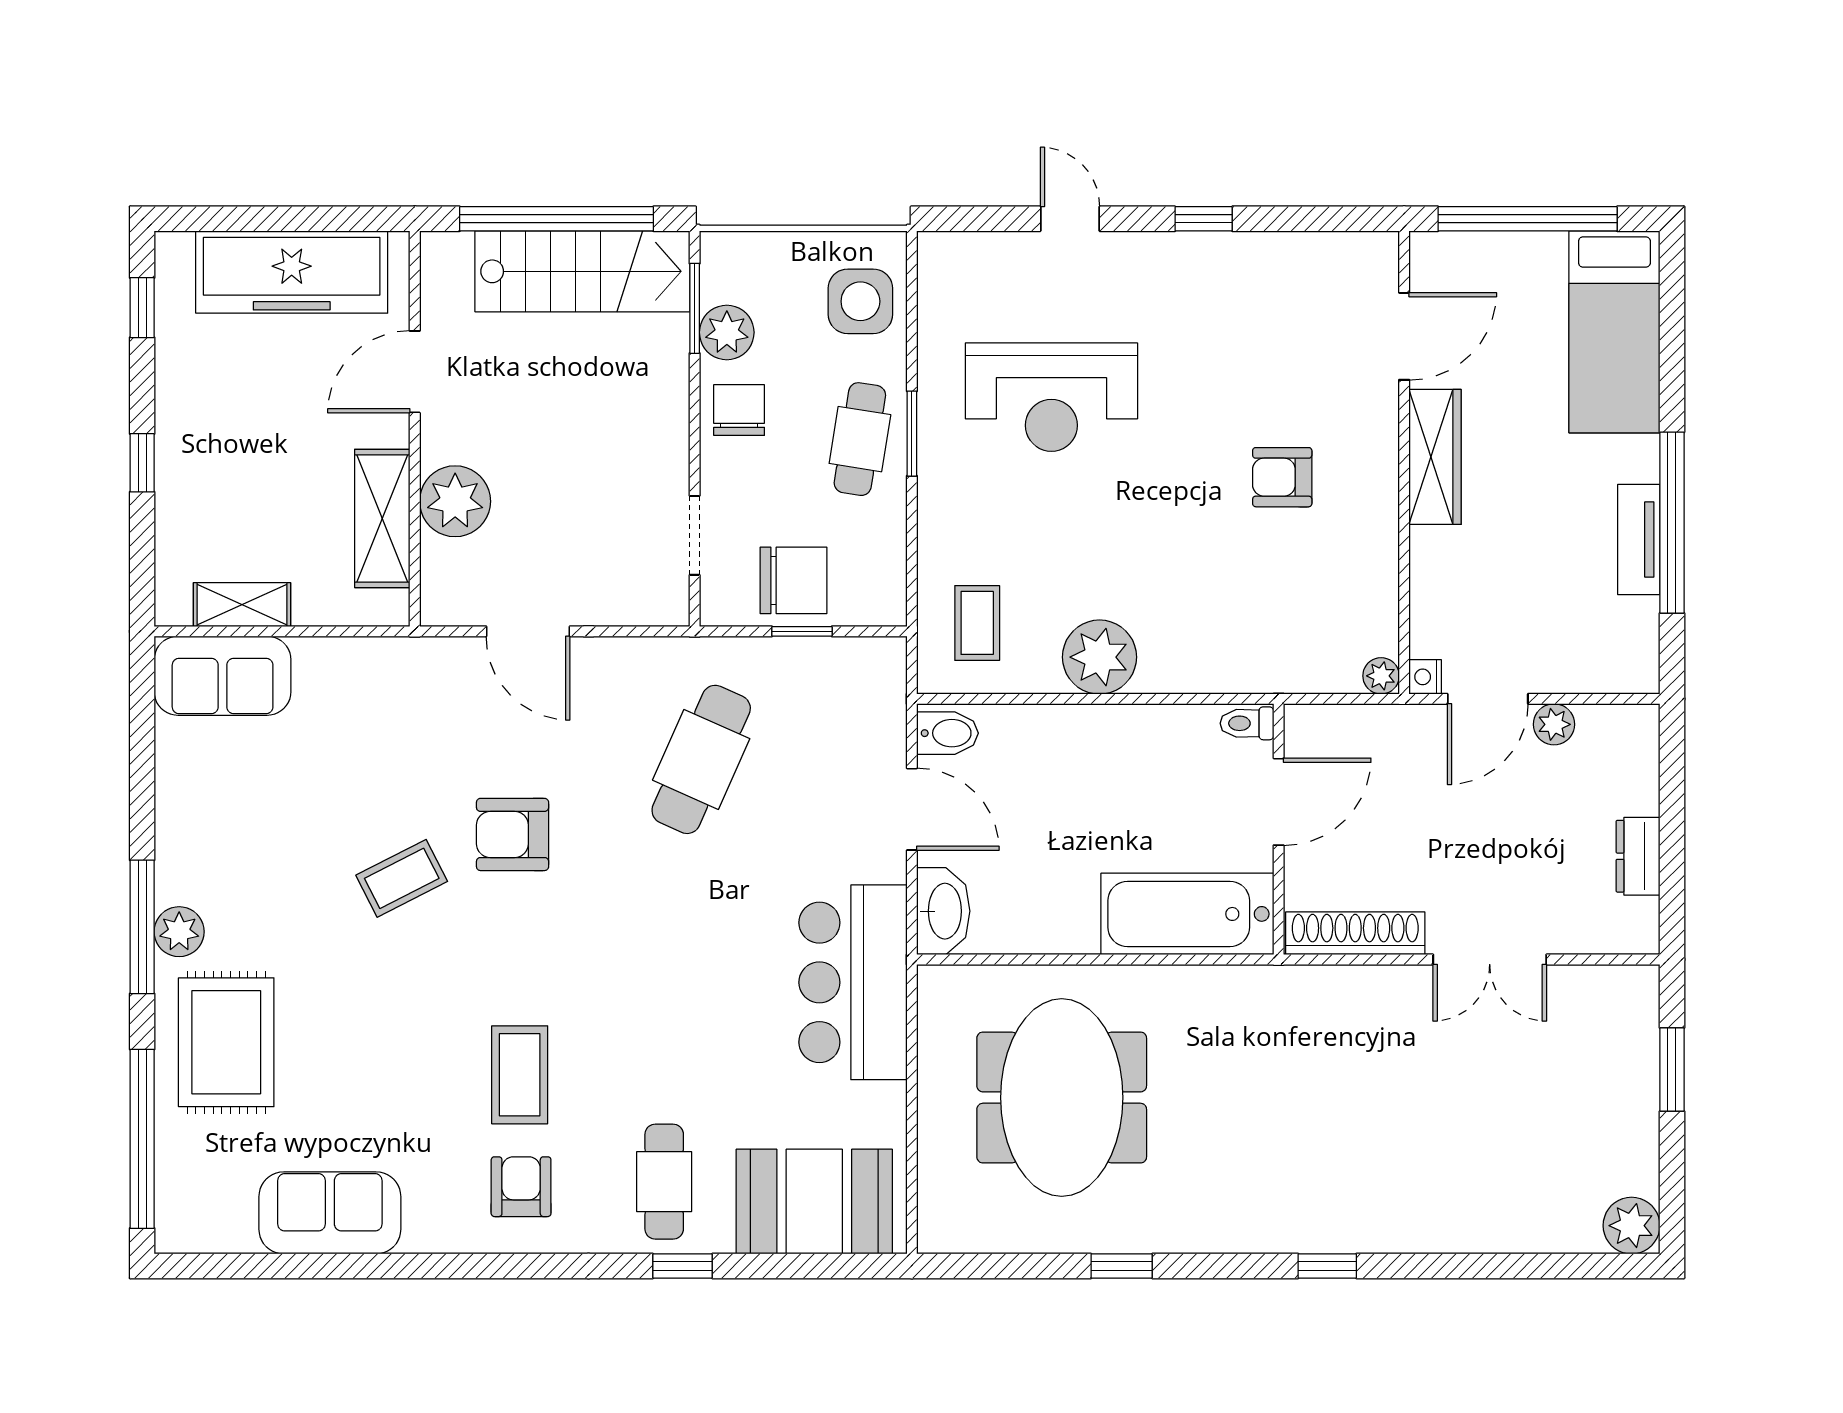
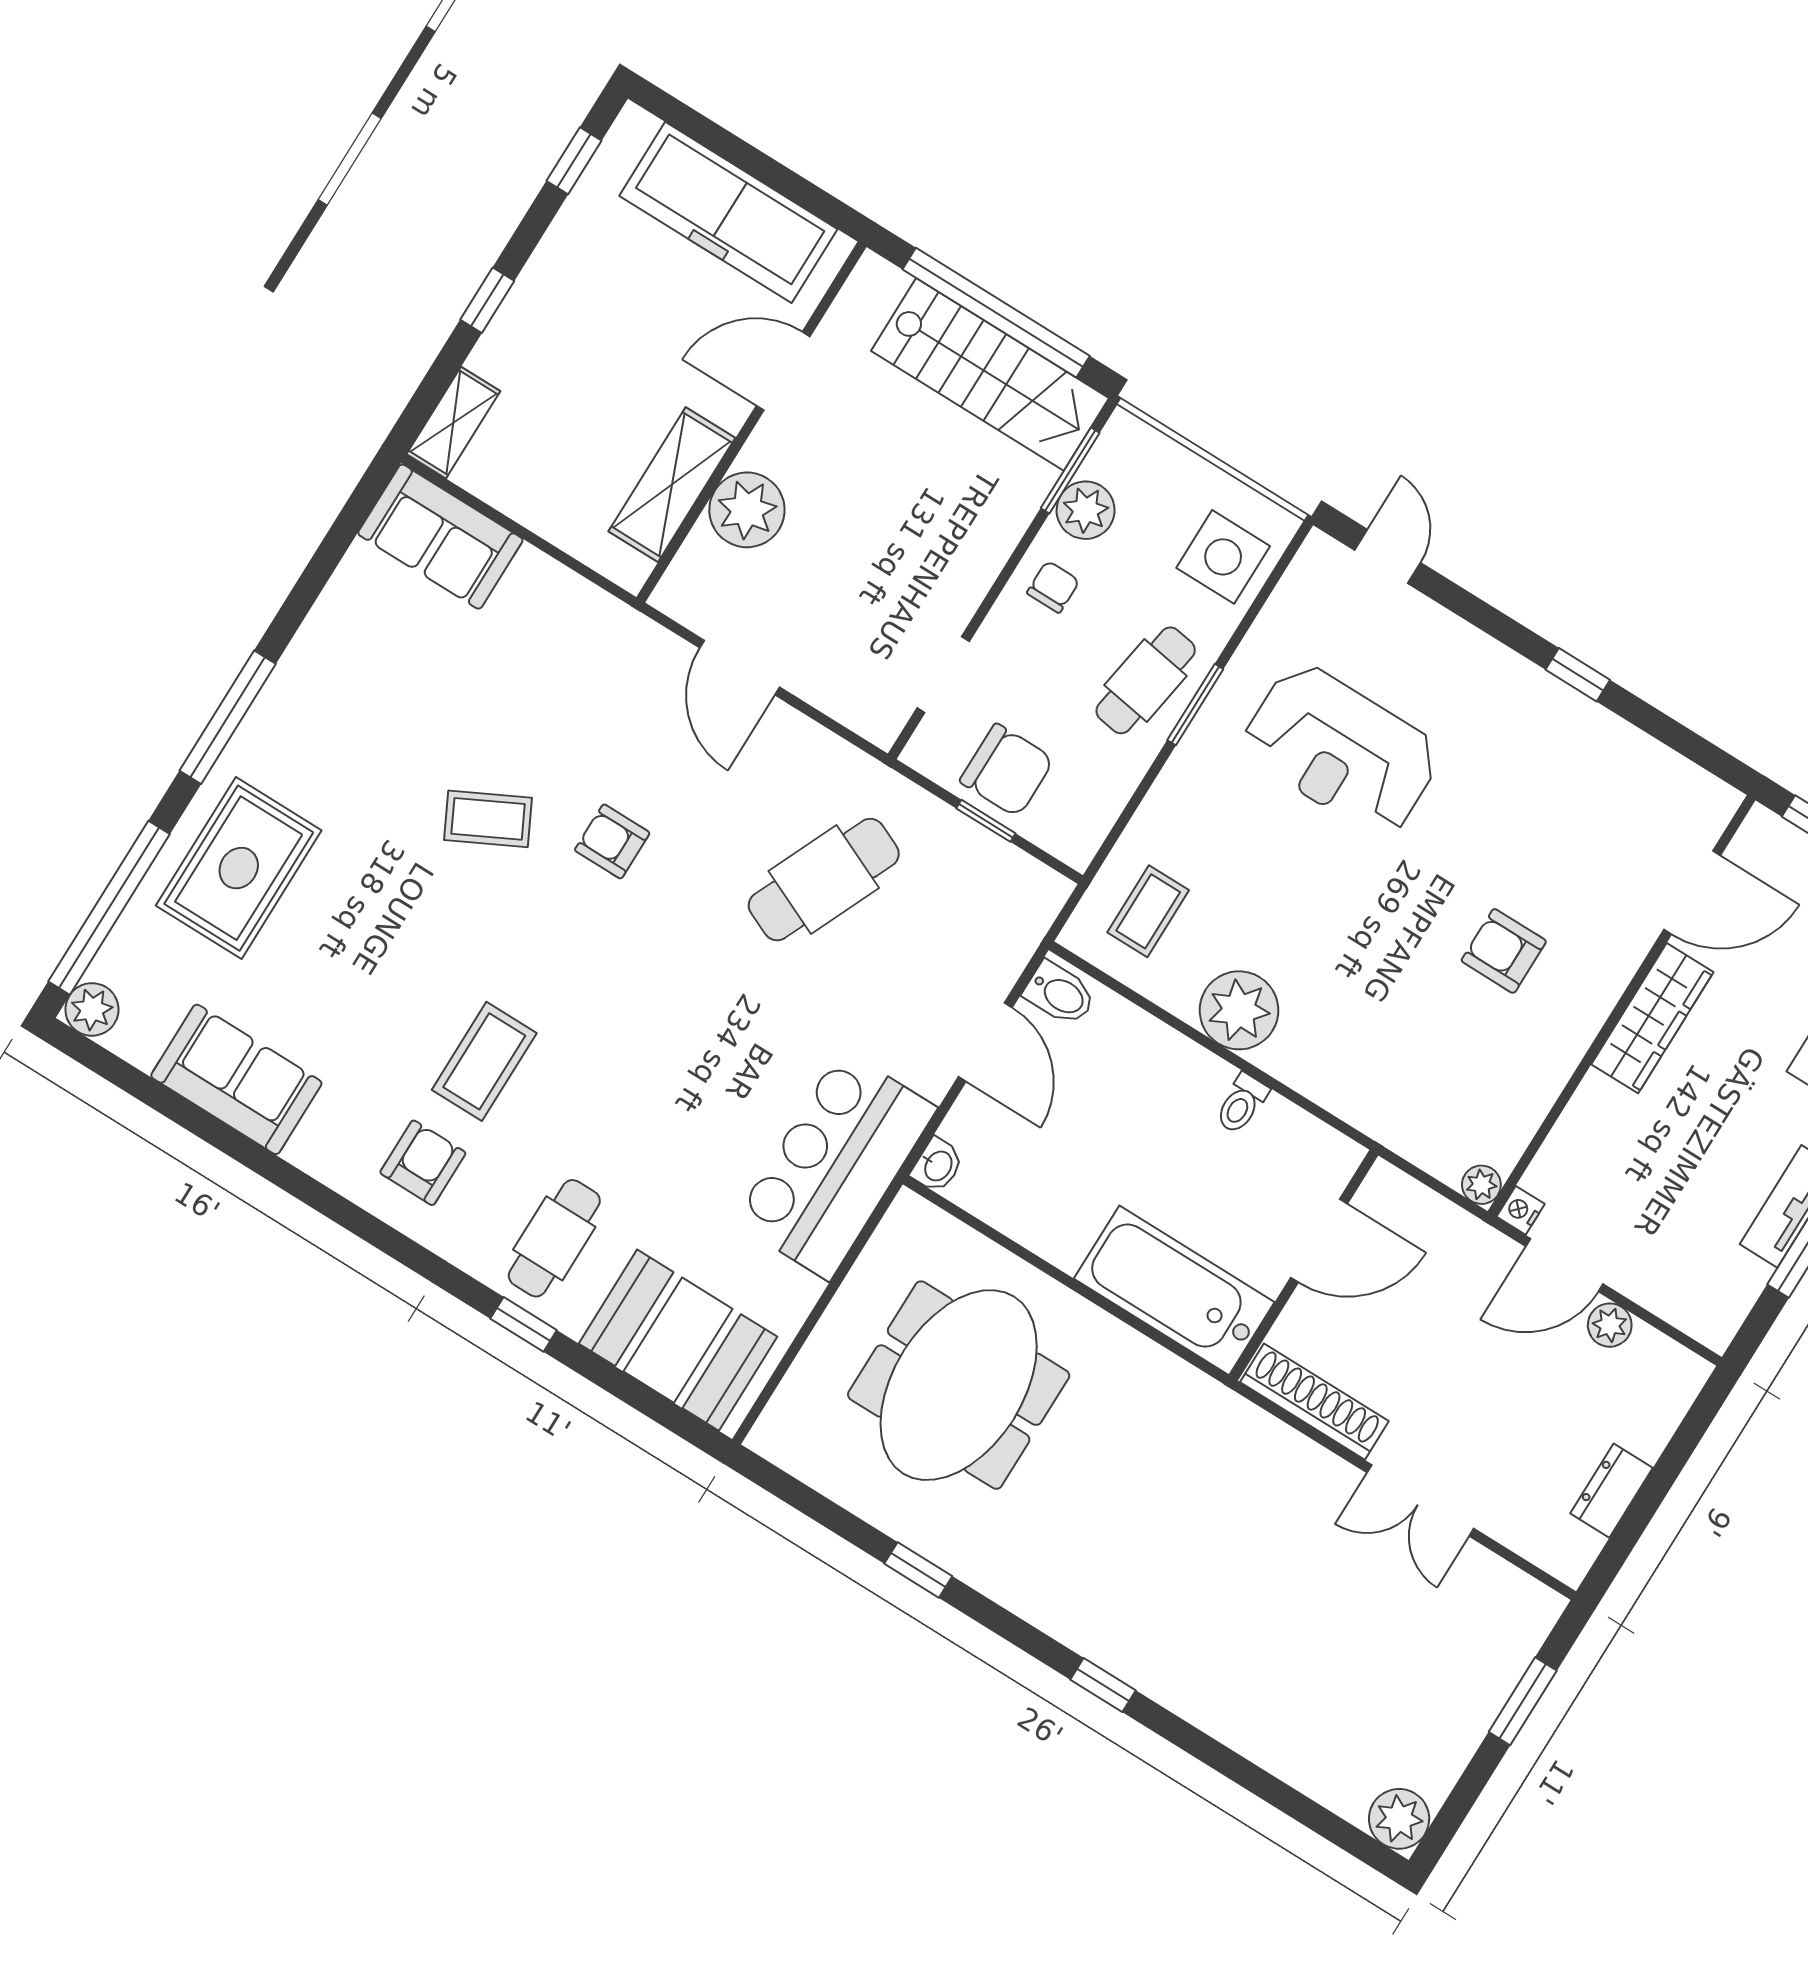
door: (1070, 219) -> (1388, 556), moved
chair: (739, 410) -> (1053, 587), width x0.73, depth x0.73
shelving: (242, 605) -> (453, 423), moved, turned 90
toilet: (1247, 723) -> (1242, 1104), moved, turned -90
armchair: (513, 834) -> (612, 841), width x0.72, depth x0.72
washbasin: (943, 911) -> (937, 1165), width x0.52, depth x0.69
plant: (179, 932) -> (92, 1009), moved

